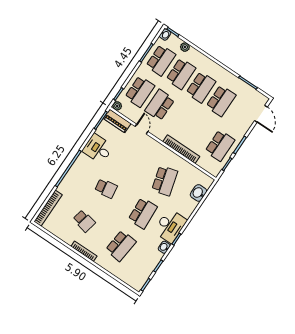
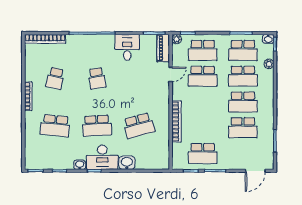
school desk: (160, 105) -> (203, 76), turned 180
washbasin: (198, 193) -> (127, 163), moved

